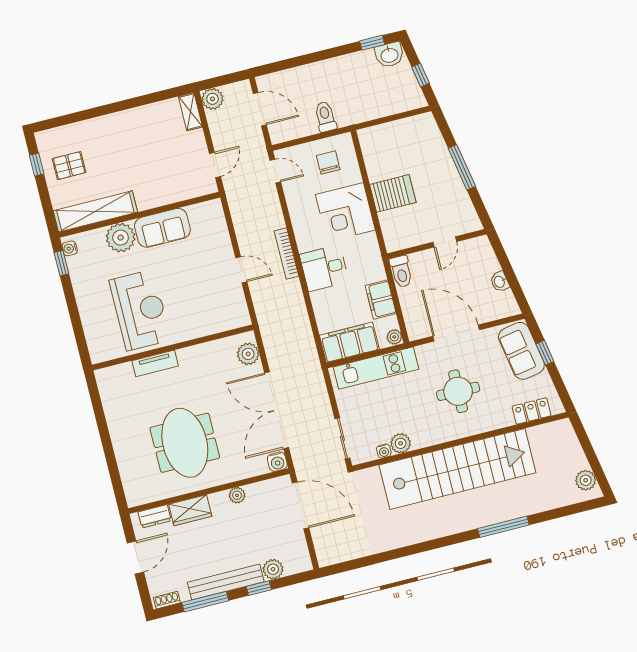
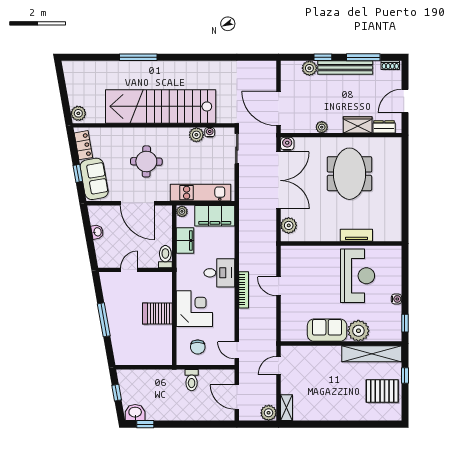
window: (37, 165) -> (405, 376), moved
pallet: (69, 166) -> (382, 391), width x1.50, depth x1.42
water cooler: (70, 248) -> (396, 299), moved
reception desk: (140, 310) -> (358, 276), turned 180
locker: (532, 411) -> (83, 145), moved, turned -100
plant: (586, 480) -> (78, 113), moved

